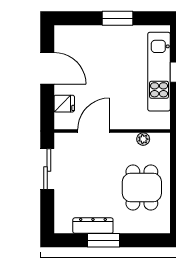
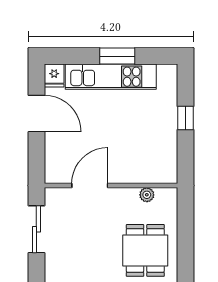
kitchen unit: (159, 72) -> (111, 77), moved, turned -90
fridge: (64, 104) -> (54, 76), moved, turned 90

